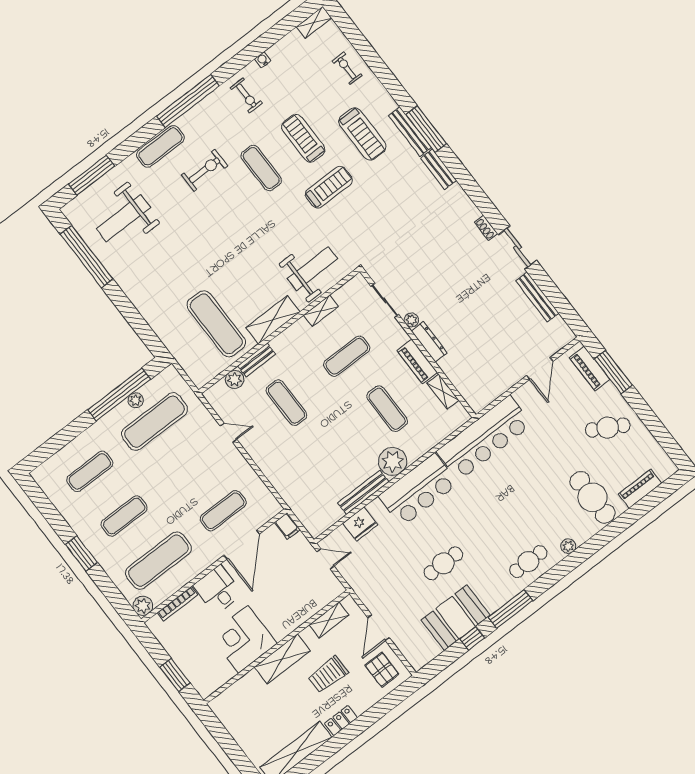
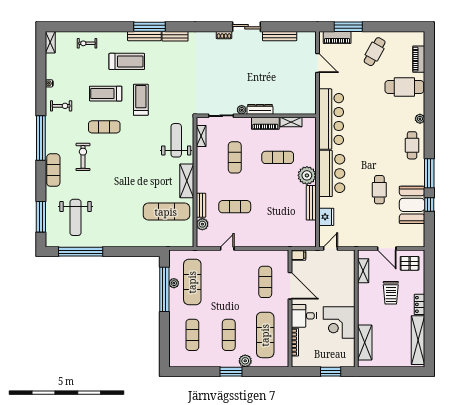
shelving: (321, 311) -> (201, 136), moved
plant: (143, 606) -> (245, 361), moved
shelving: (282, 659) -> (365, 343), moved

